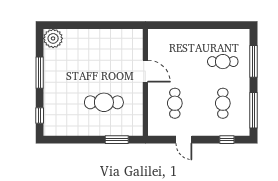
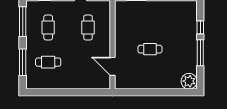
door: (145, 71) -> (112, 66), moved
cafe table: (104, 102) -> (150, 49), moved, width x0.73, depth x0.74
window: (40, 115) -> (200, 27), moved

